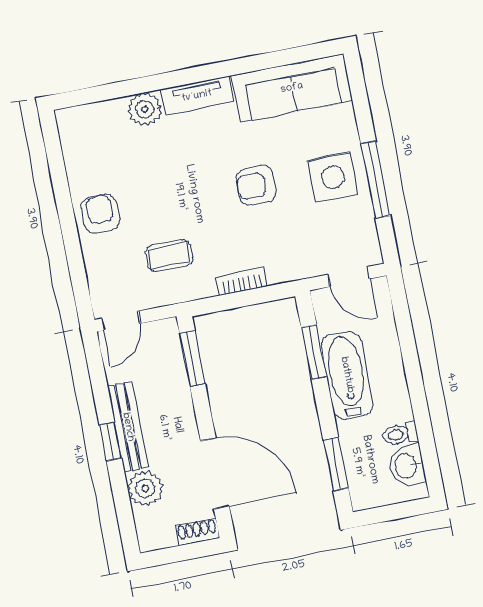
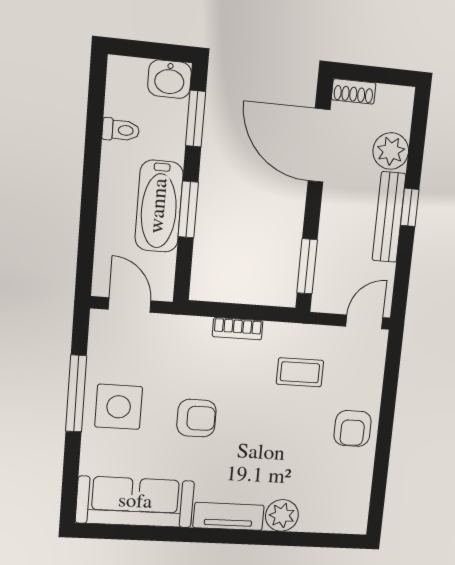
window: (314, 352) -> (188, 209), moved
washbasin: (407, 466) -> (170, 79), moved, turned 90

